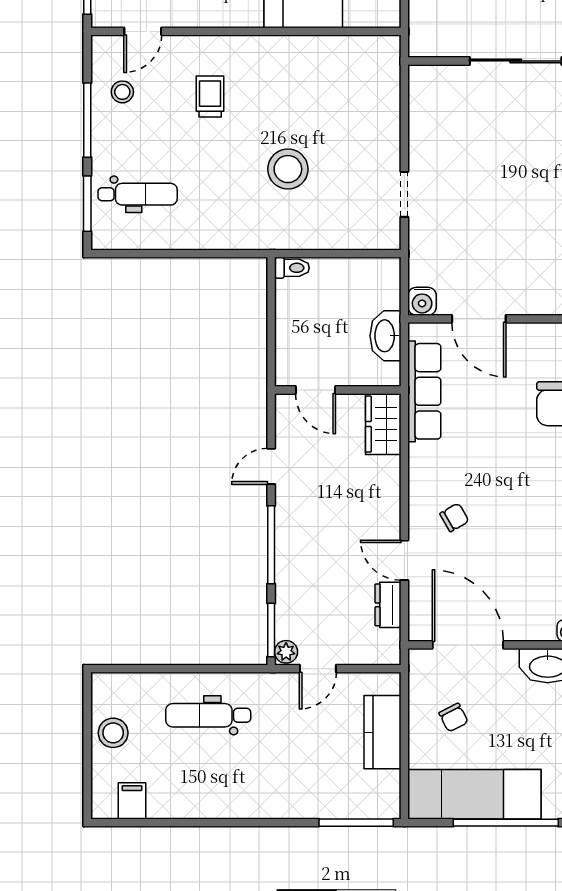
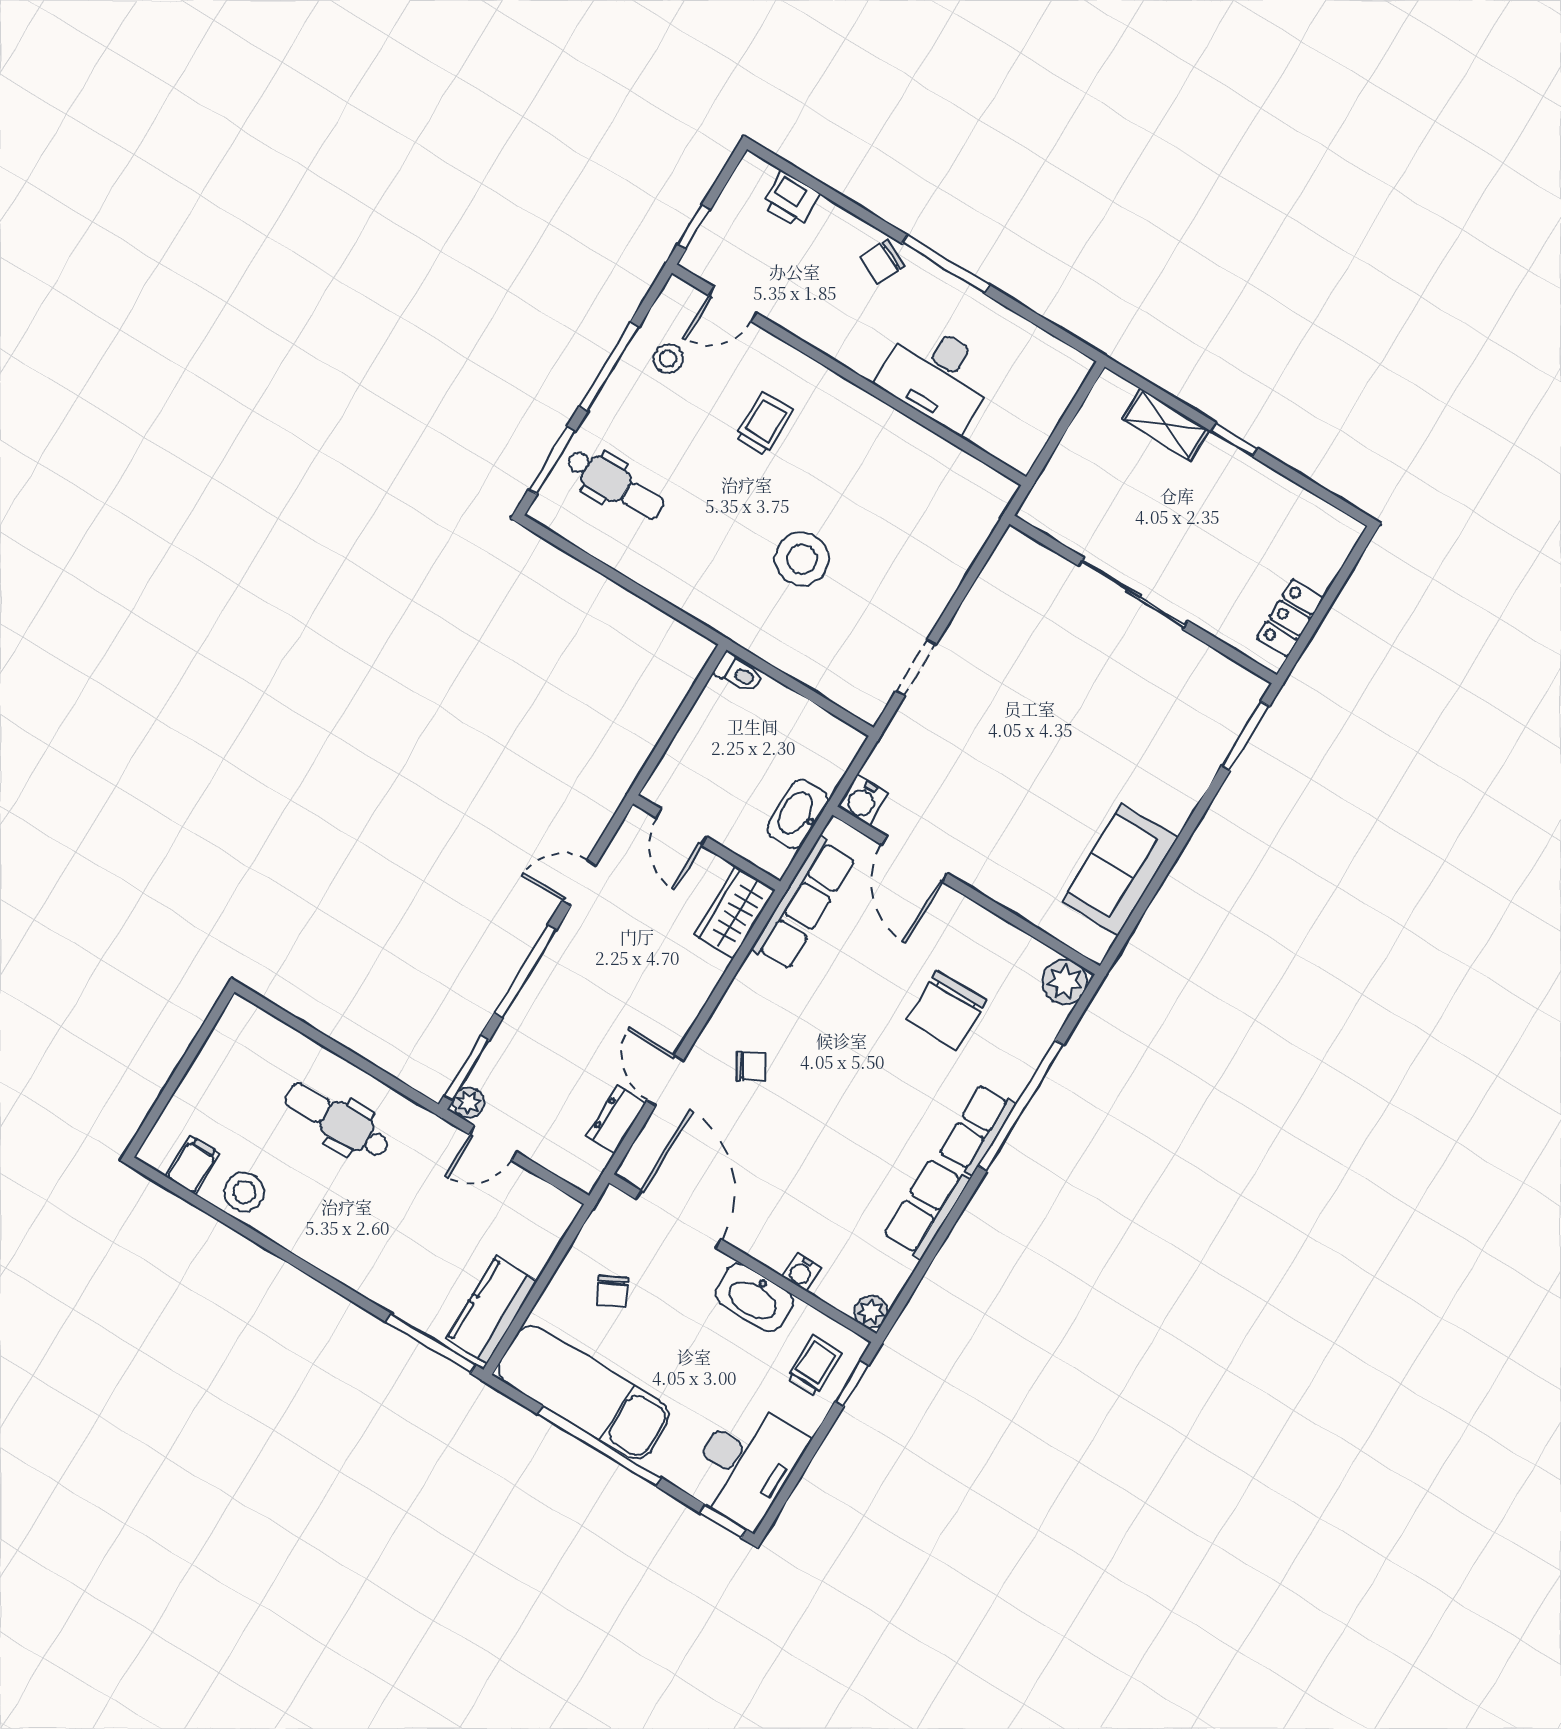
kitchen counter: (383, 732) -> (492, 1310), moved
stool: (113, 733) -> (244, 1192), moved

